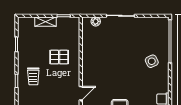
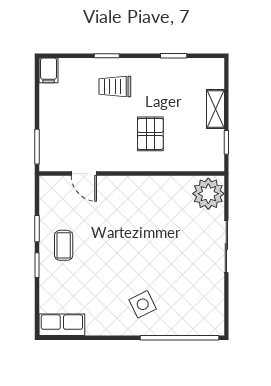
plant: (96, 21) -> (208, 194), width x1.87, depth x1.87

